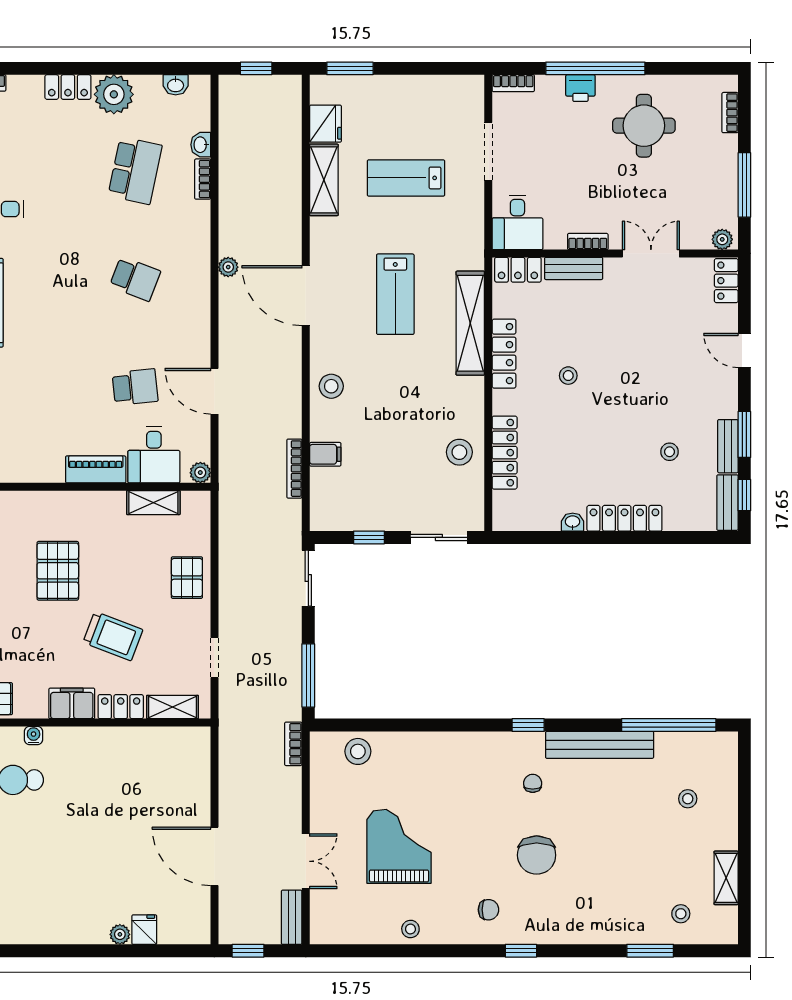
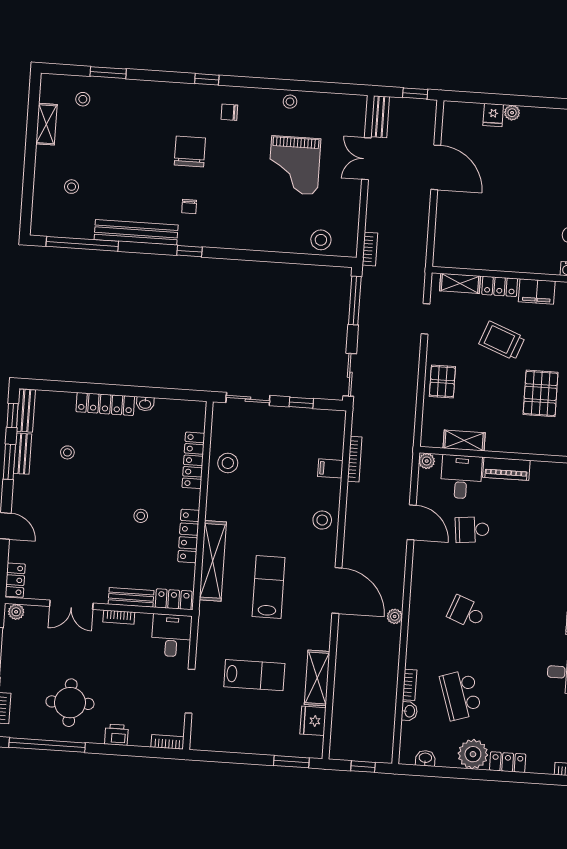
window: (595, 68) -> (47, 745), moved
school desk: (135, 171) -> (461, 695), turned -30

